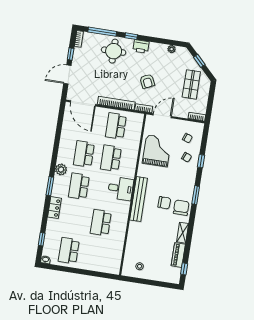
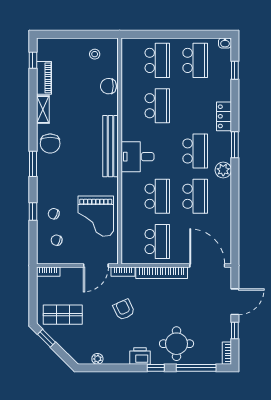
window: (199, 61) -> (46, 338), moved
shop shelf: (191, 84) -> (63, 315), turned 90
chair: (164, 203) -> (108, 86), moved
school desk: (96, 255) -> (157, 60), added

